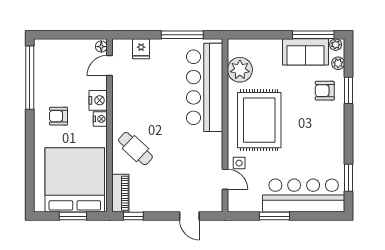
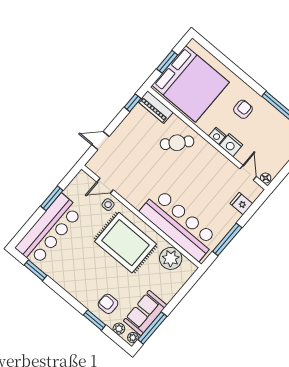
armchair: (325, 91) -> (108, 304), turned -90

